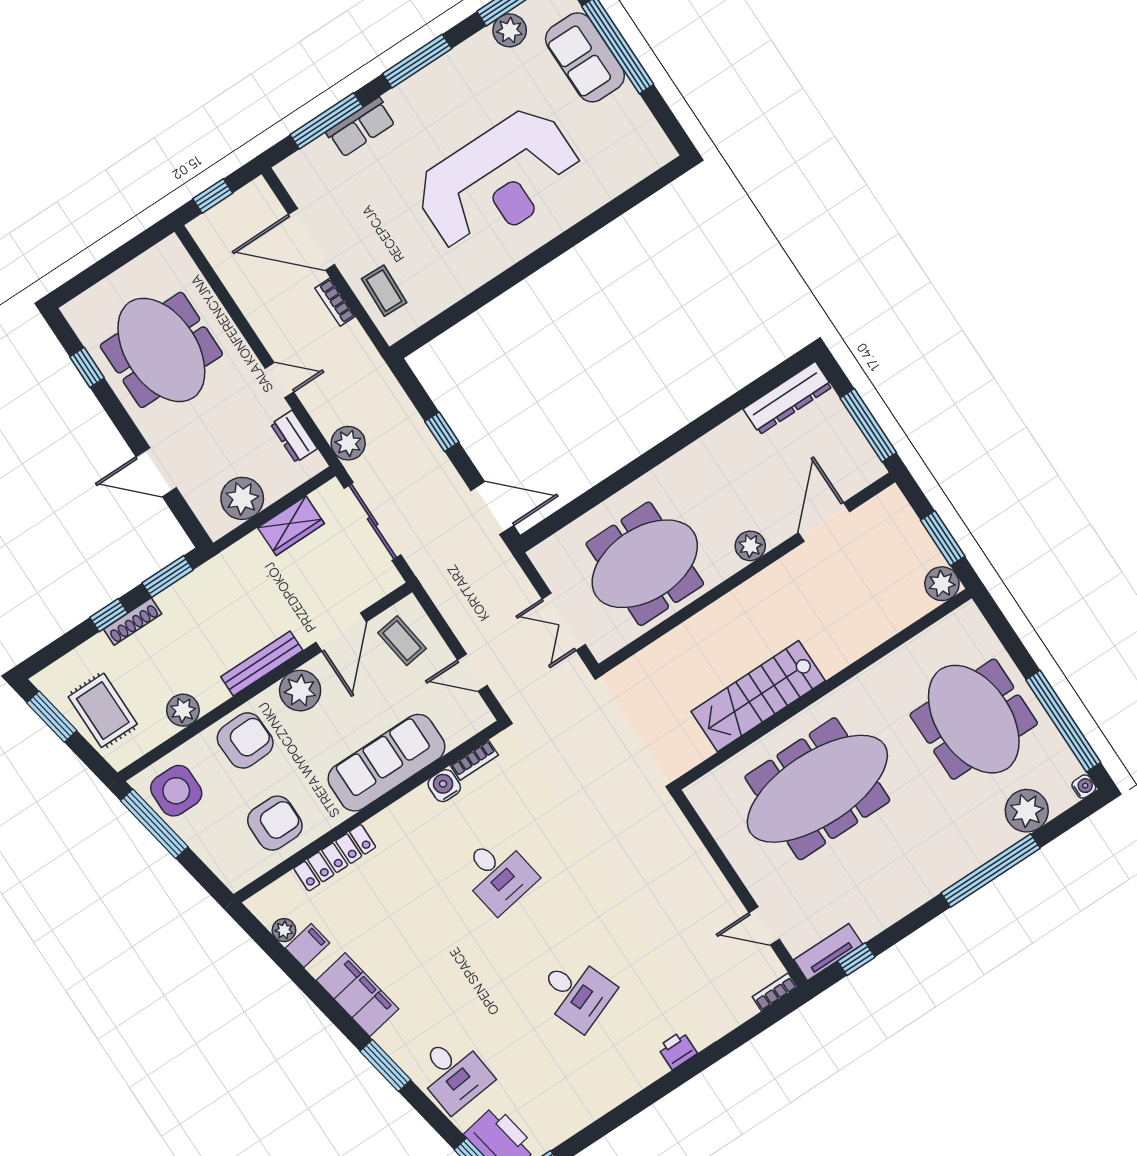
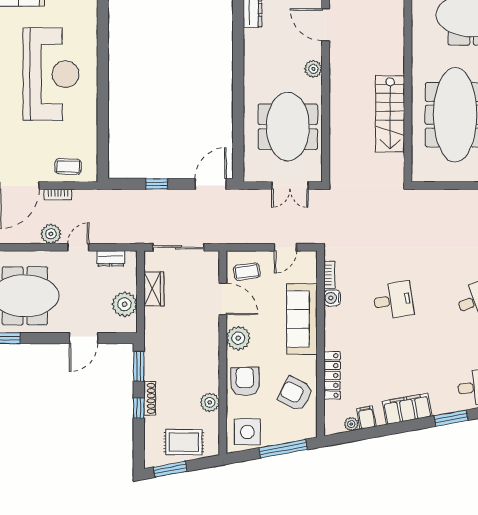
plant: (348, 443) -> (51, 234), moved
bench: (262, 663) -> (212, 348), removed
armchair: (275, 823) -> (295, 394), turned -63
window: (154, 824) -> (283, 449), moved

